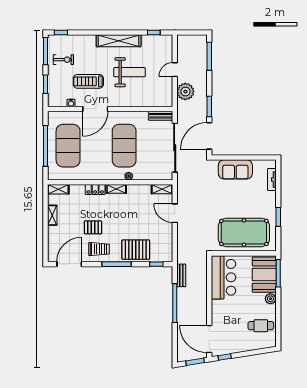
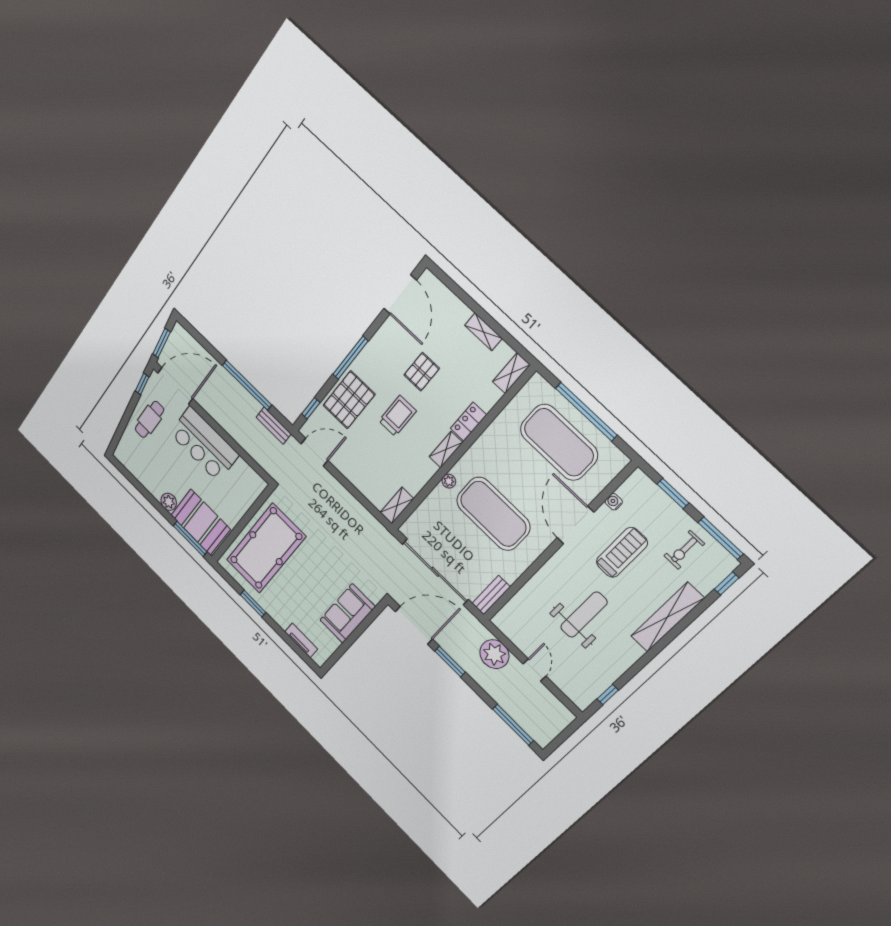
shelving: (119, 41) -> (667, 617), moved
weight bench: (130, 72) -> (584, 615), turned 180
door: (209, 136) -> (414, 625), hinge flipped
door: (175, 213) -> (314, 452), moved
trolley: (99, 249) -> (397, 416), moved, turned 180
bar counter: (223, 277) -> (204, 444), moved
cafe table: (261, 326) -> (149, 419), moved

